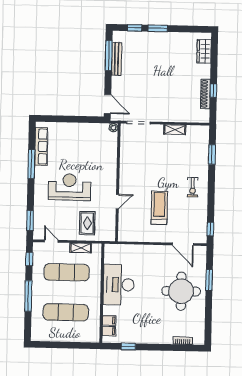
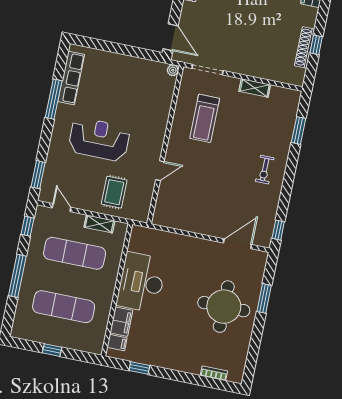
treadmill: (159, 208) -> (205, 118), moved, turned 180
door: (183, 244) -> (238, 244), swing flipped
filing cabinet: (109, 320) -> (121, 322), width x2.00
window: (63, 345) -> (52, 350), added

